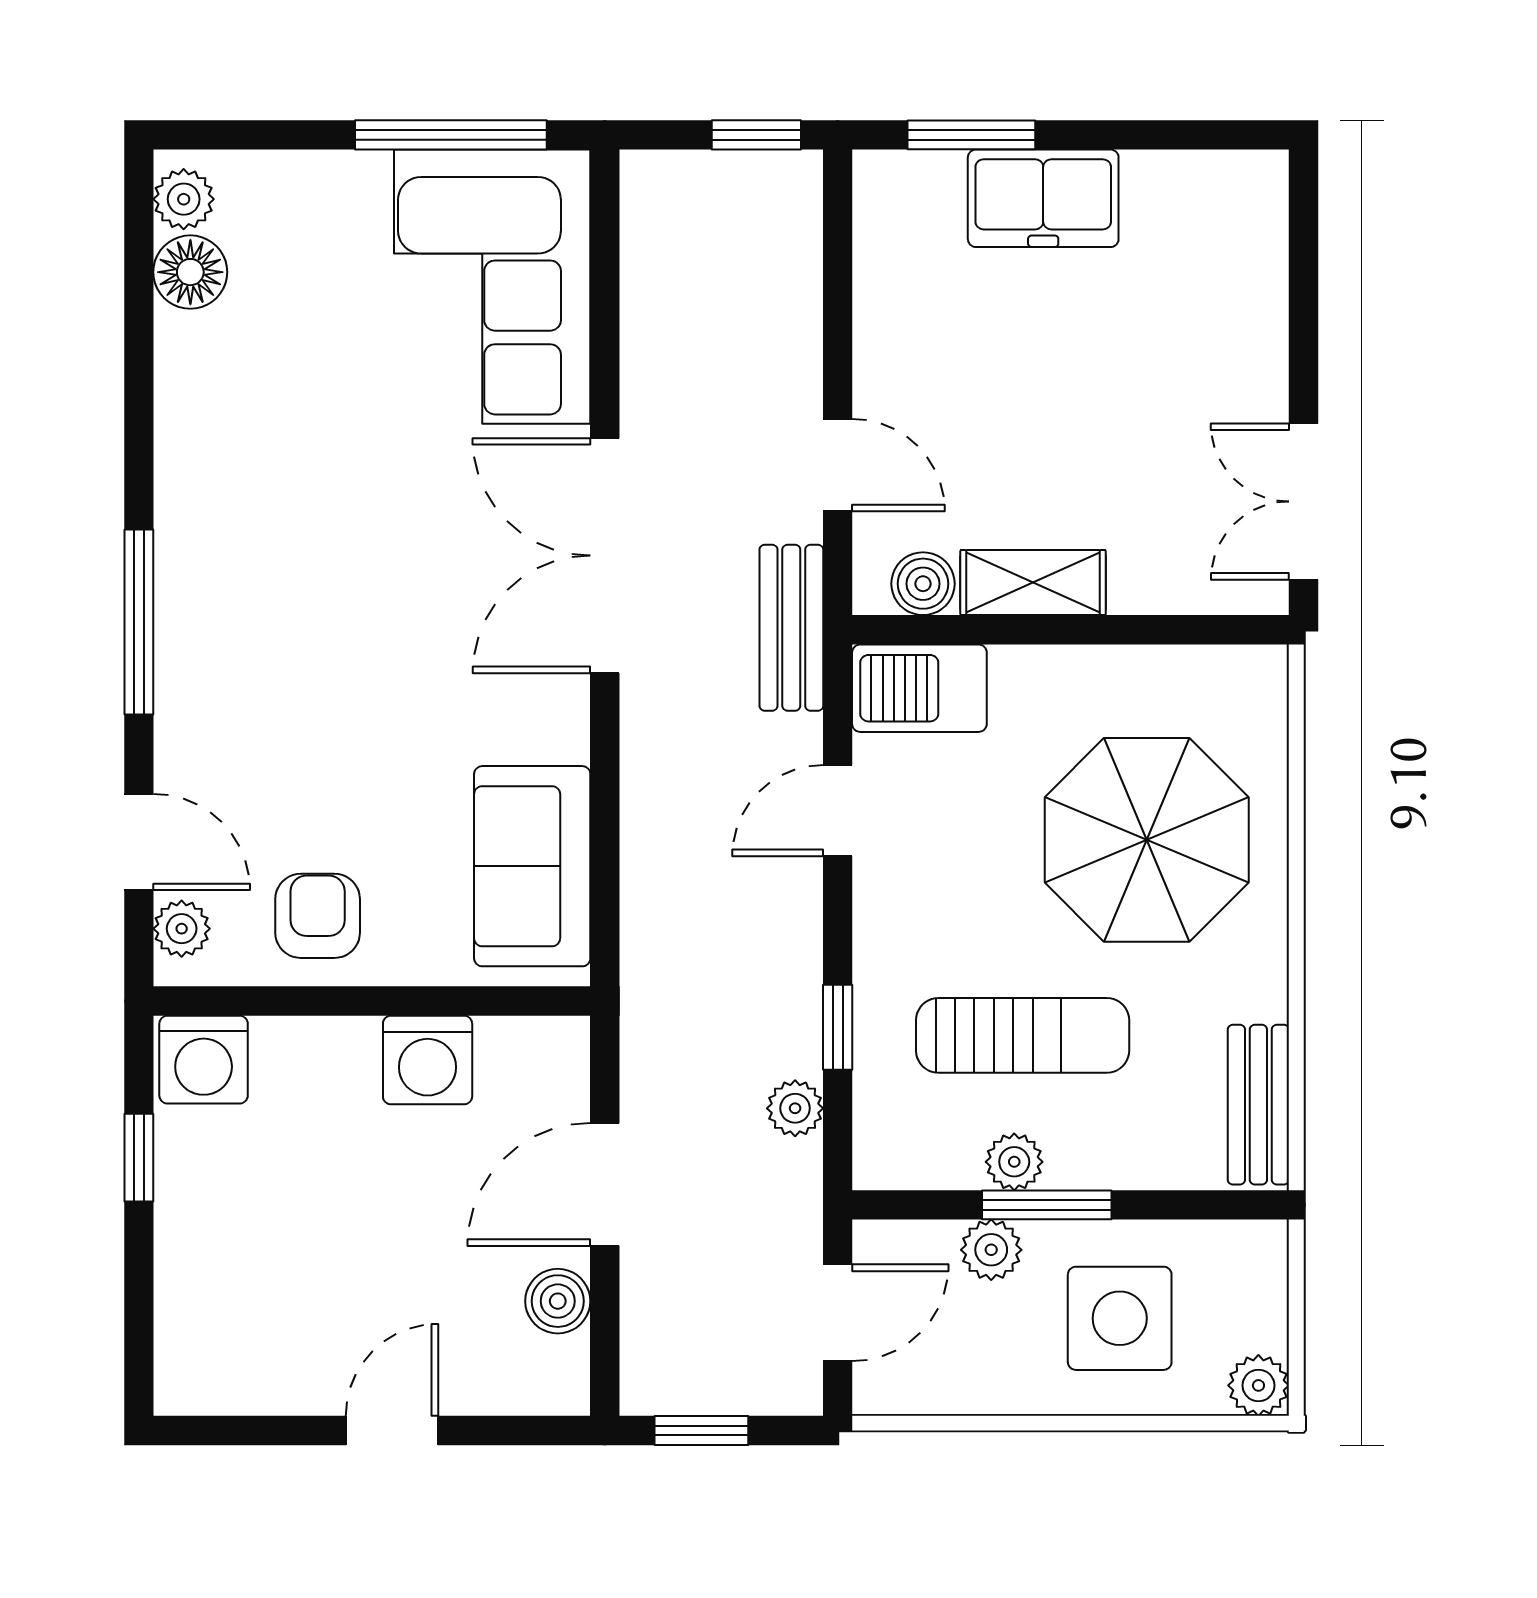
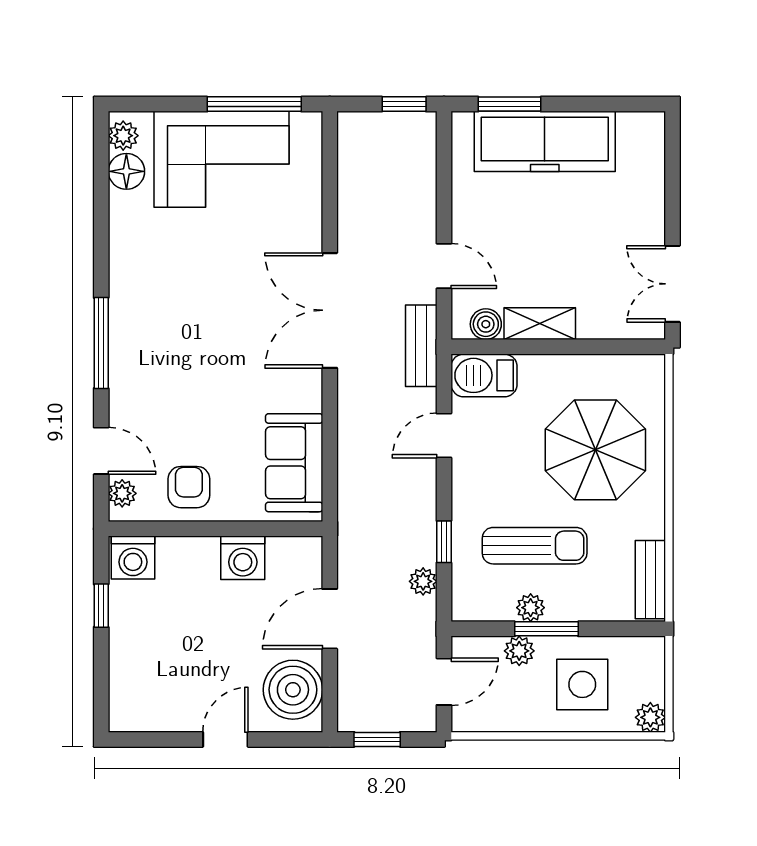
freezer: (1043, 198) -> (545, 141), width x1.91, depth x1.26
corner sofa: (492, 287) -> (221, 159), moved, turned -90
boiler: (558, 1301) -> (293, 690), width x1.86, depth x1.86

